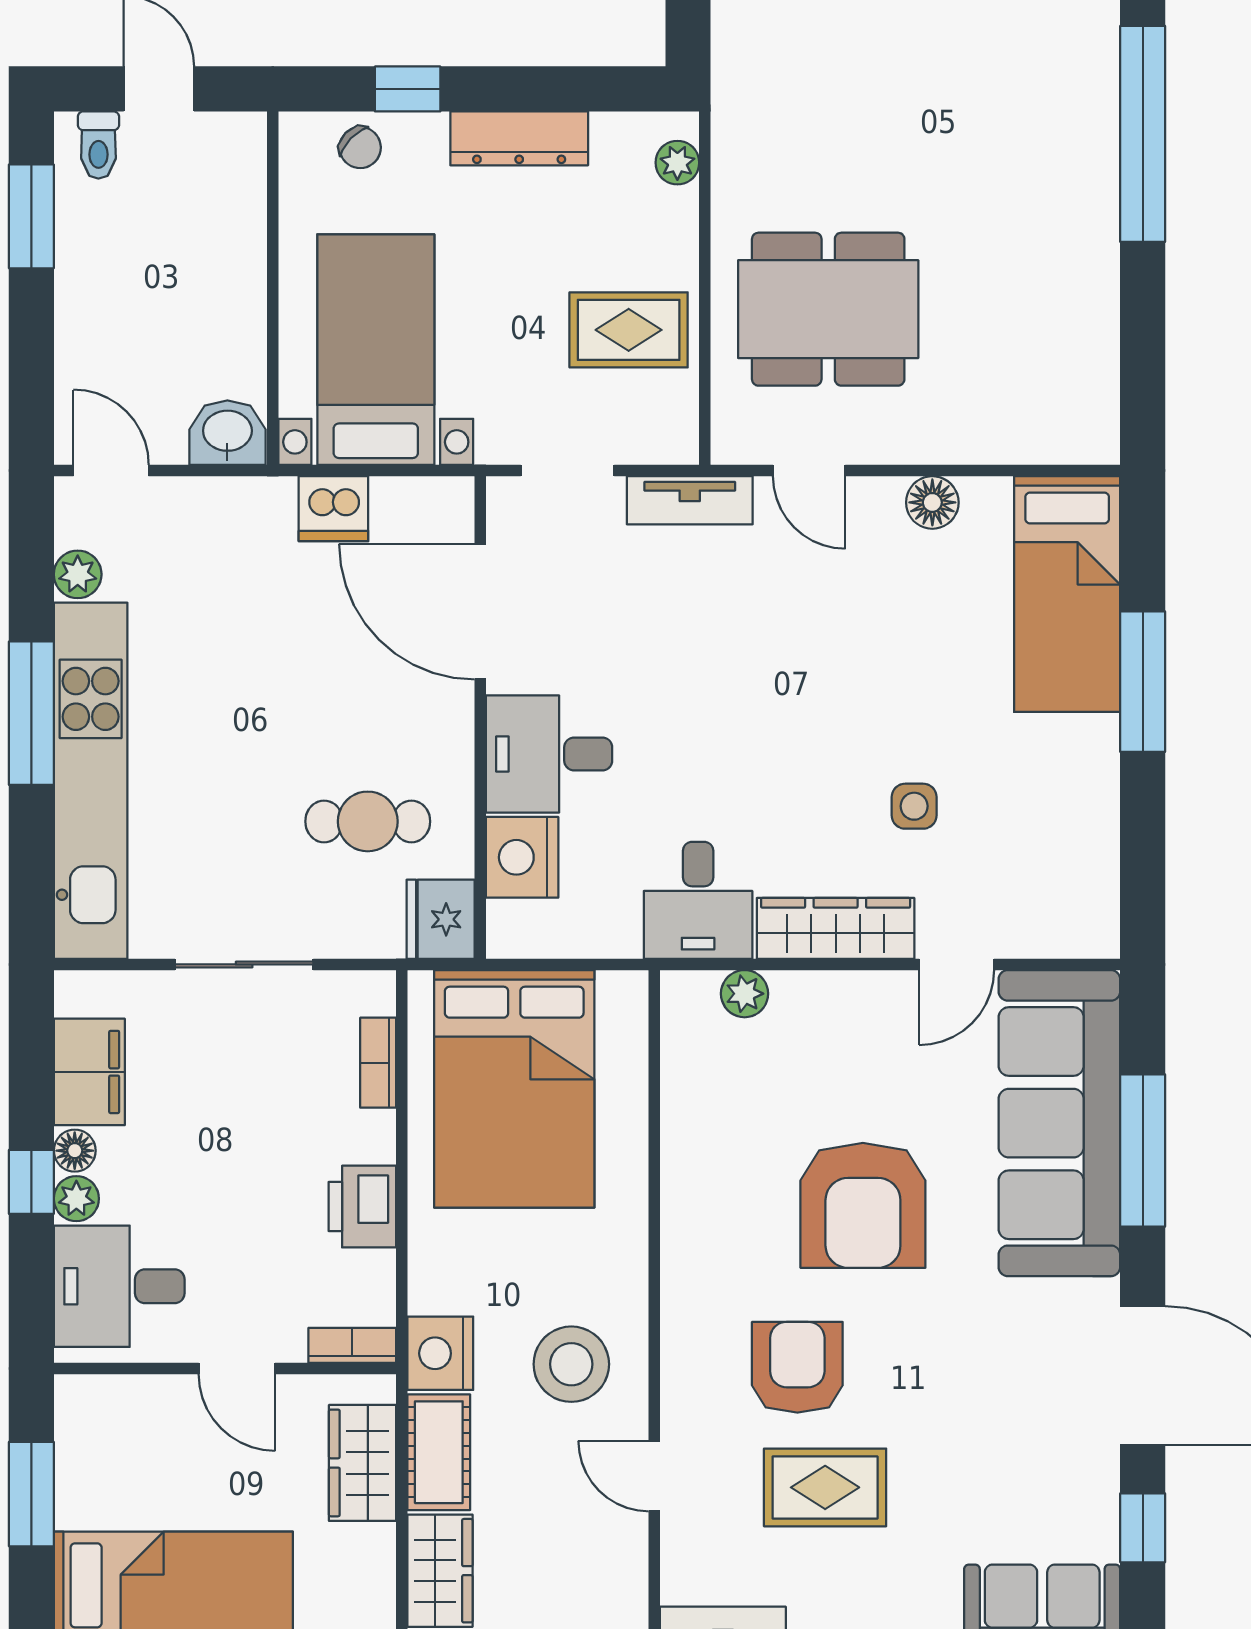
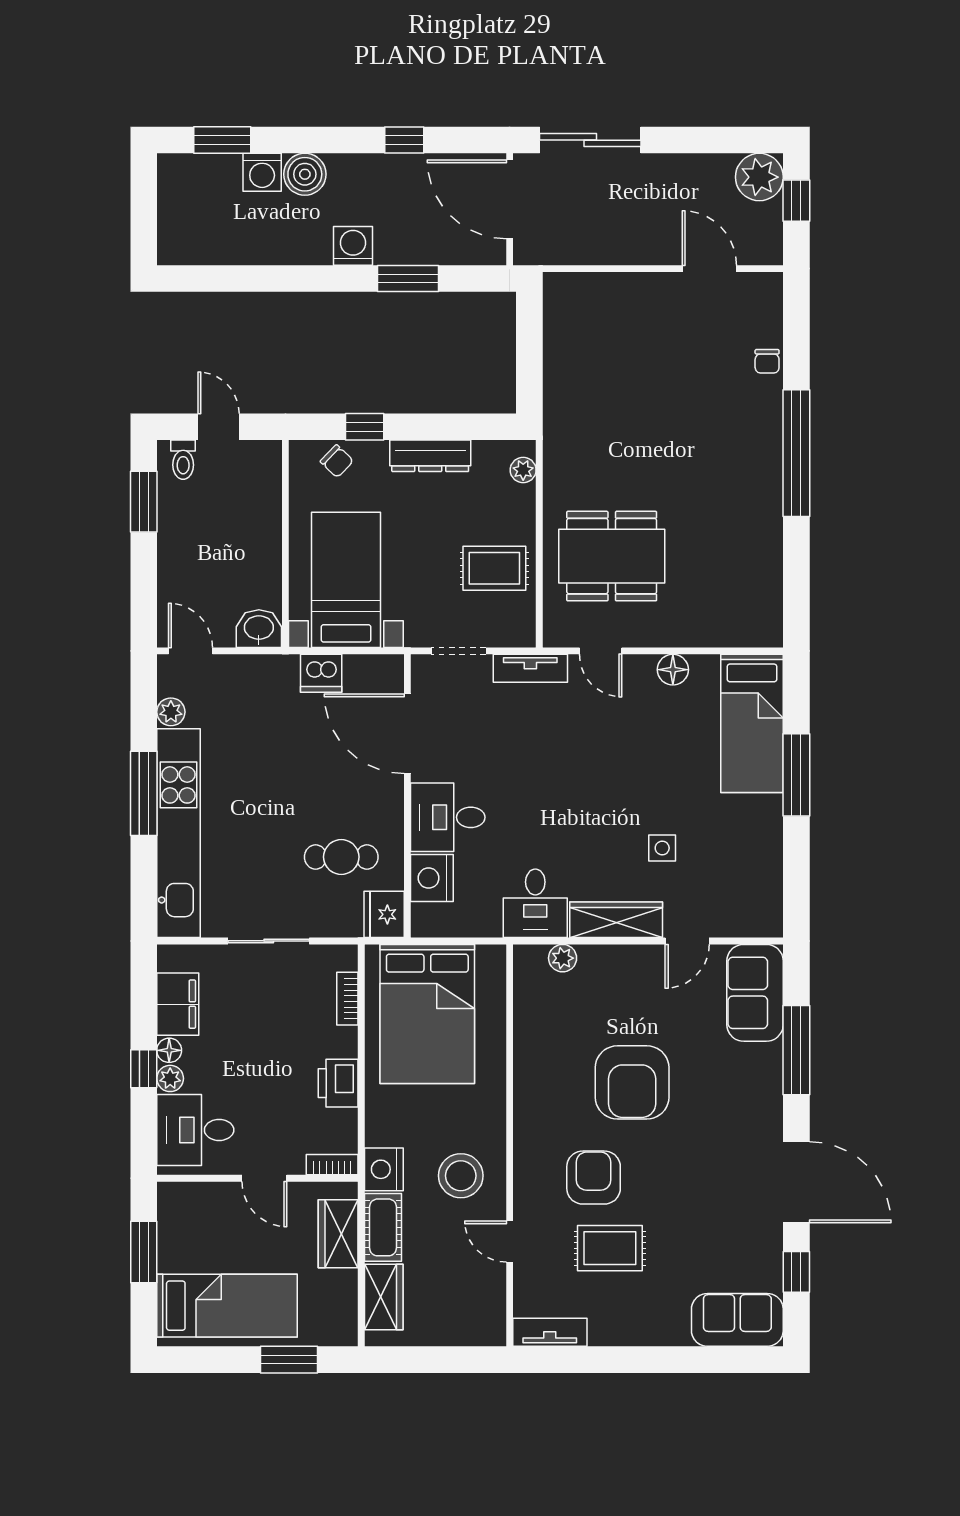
sofa: (1059, 1123) -> (755, 993), width x0.54, depth x0.79

